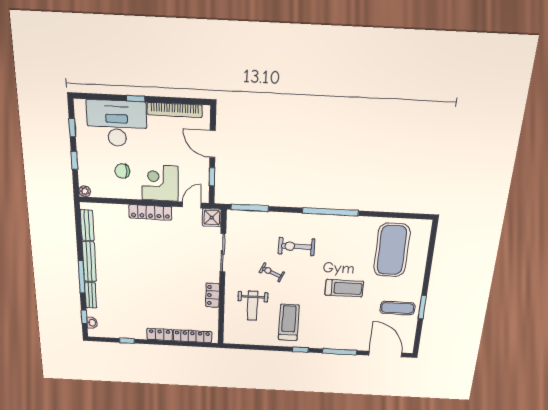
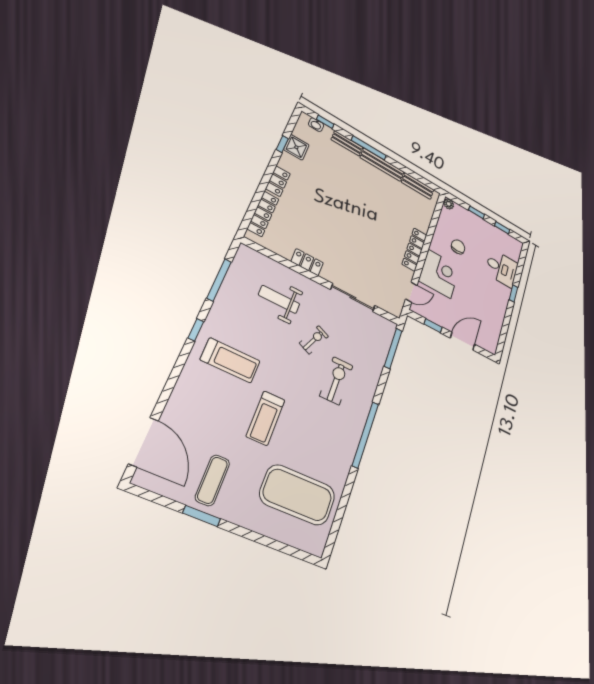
bookcase: (175, 110) -> (498, 322), removed
desk: (117, 124) -> (502, 268), width x0.53, depth x0.77
door: (192, 205) -> (411, 292), hinge flipped
shower: (212, 218) -> (296, 147), moved
treadmill: (289, 322) -> (230, 360), moved
window: (340, 352) -> (219, 280), moved
door: (385, 354) -> (144, 442), hinge flipped

